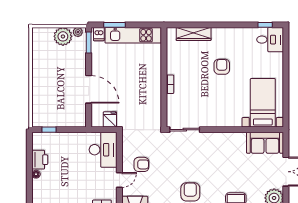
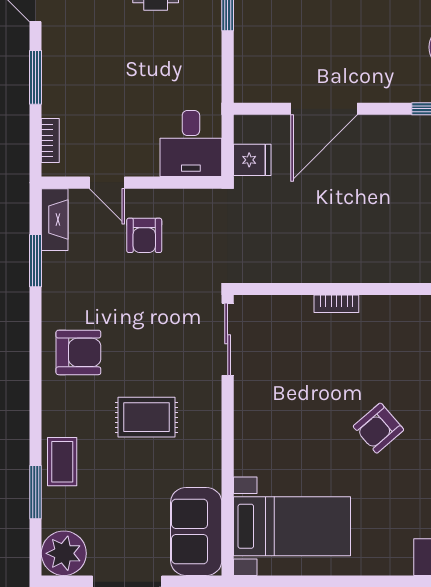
armchair: (222, 67) -> (378, 428), turned 139
desk: (103, 150) -> (191, 144), width x0.73
rug: (217, 163) -> (147, 417), added

